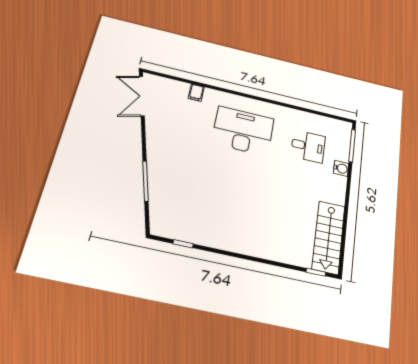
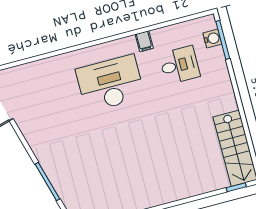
filing cabinet: (196, 93) -> (144, 41), moved
water cooler: (341, 168) -> (212, 39), moved

